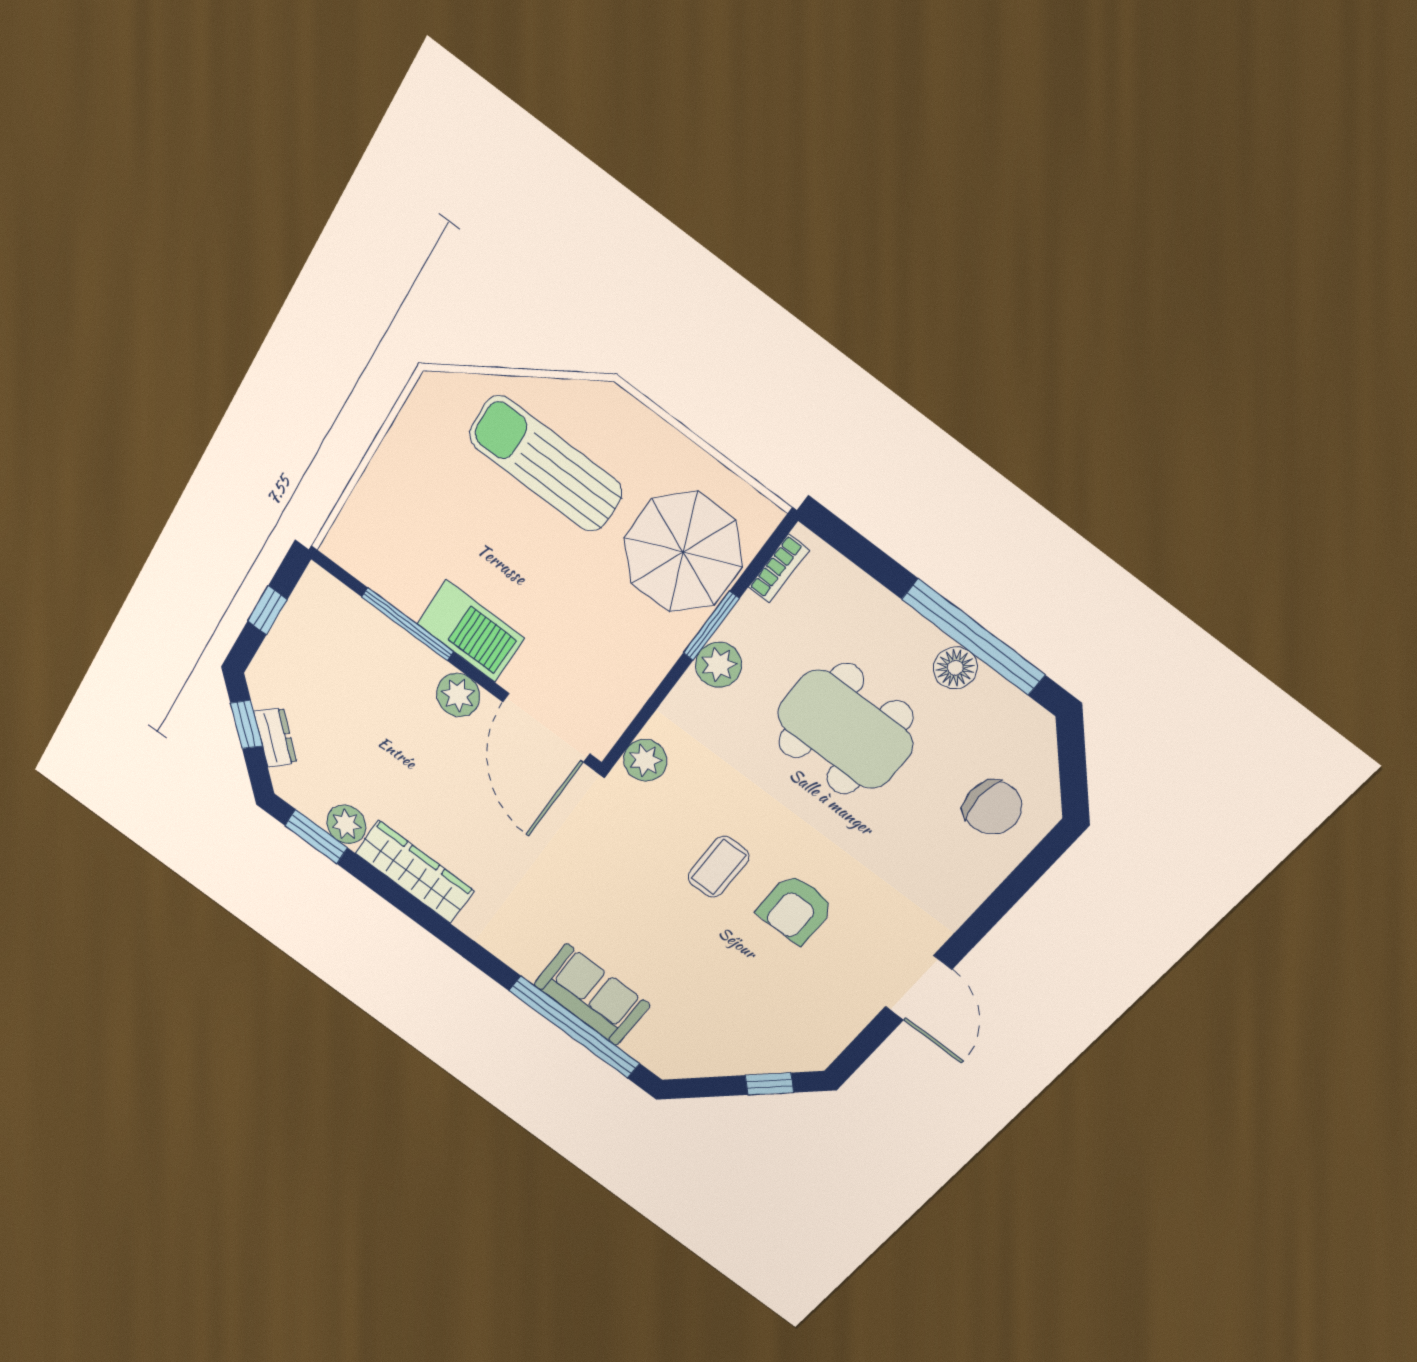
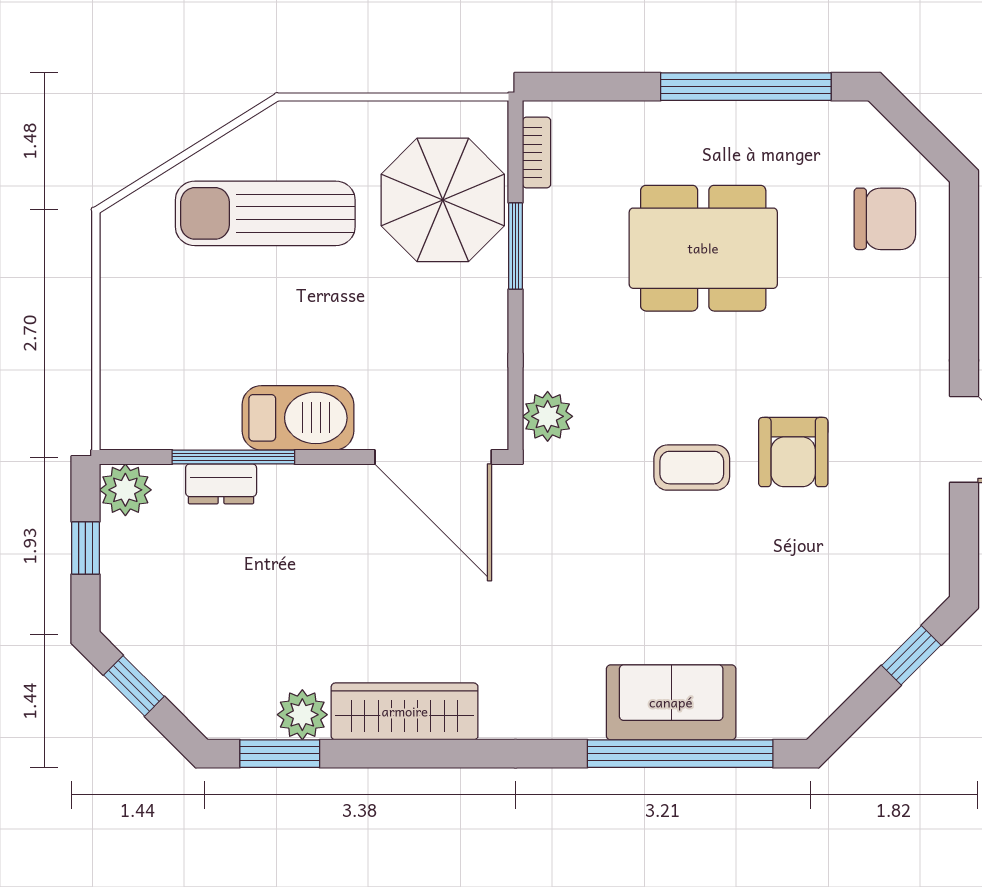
plant: (719, 665) -> (548, 276), removed
floor lamp: (955, 668) -> (752, 123), removed
plant: (458, 695) -> (125, 490), moved
dresser: (275, 737) -> (221, 484), moved, turned 135
coffee table: (718, 867) -> (692, 468), turned 90

